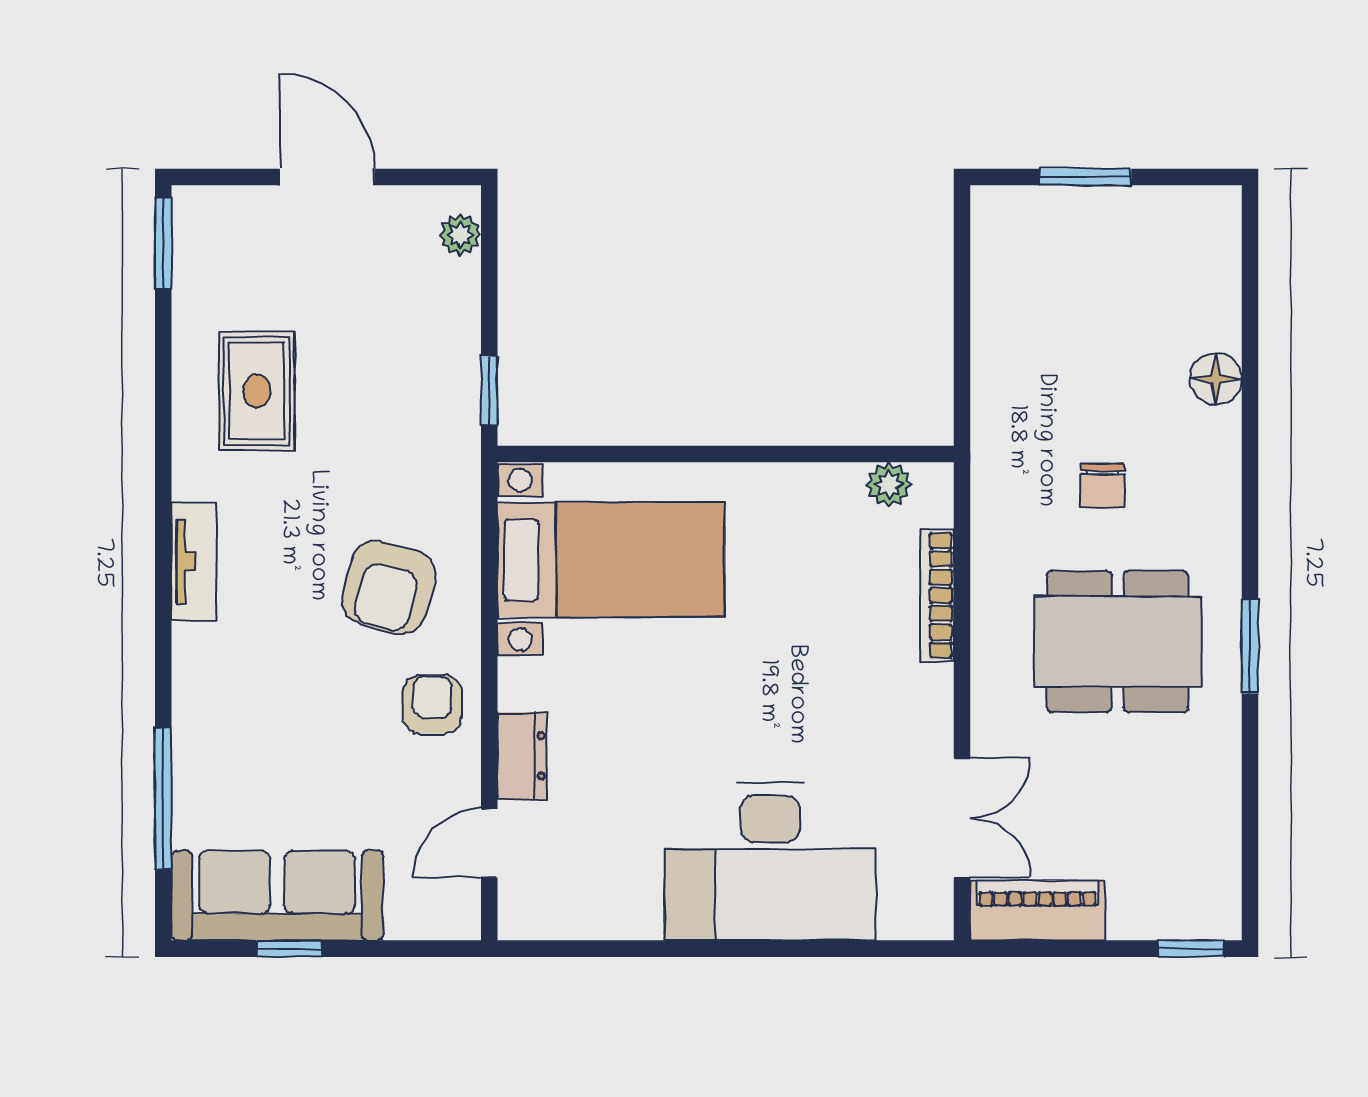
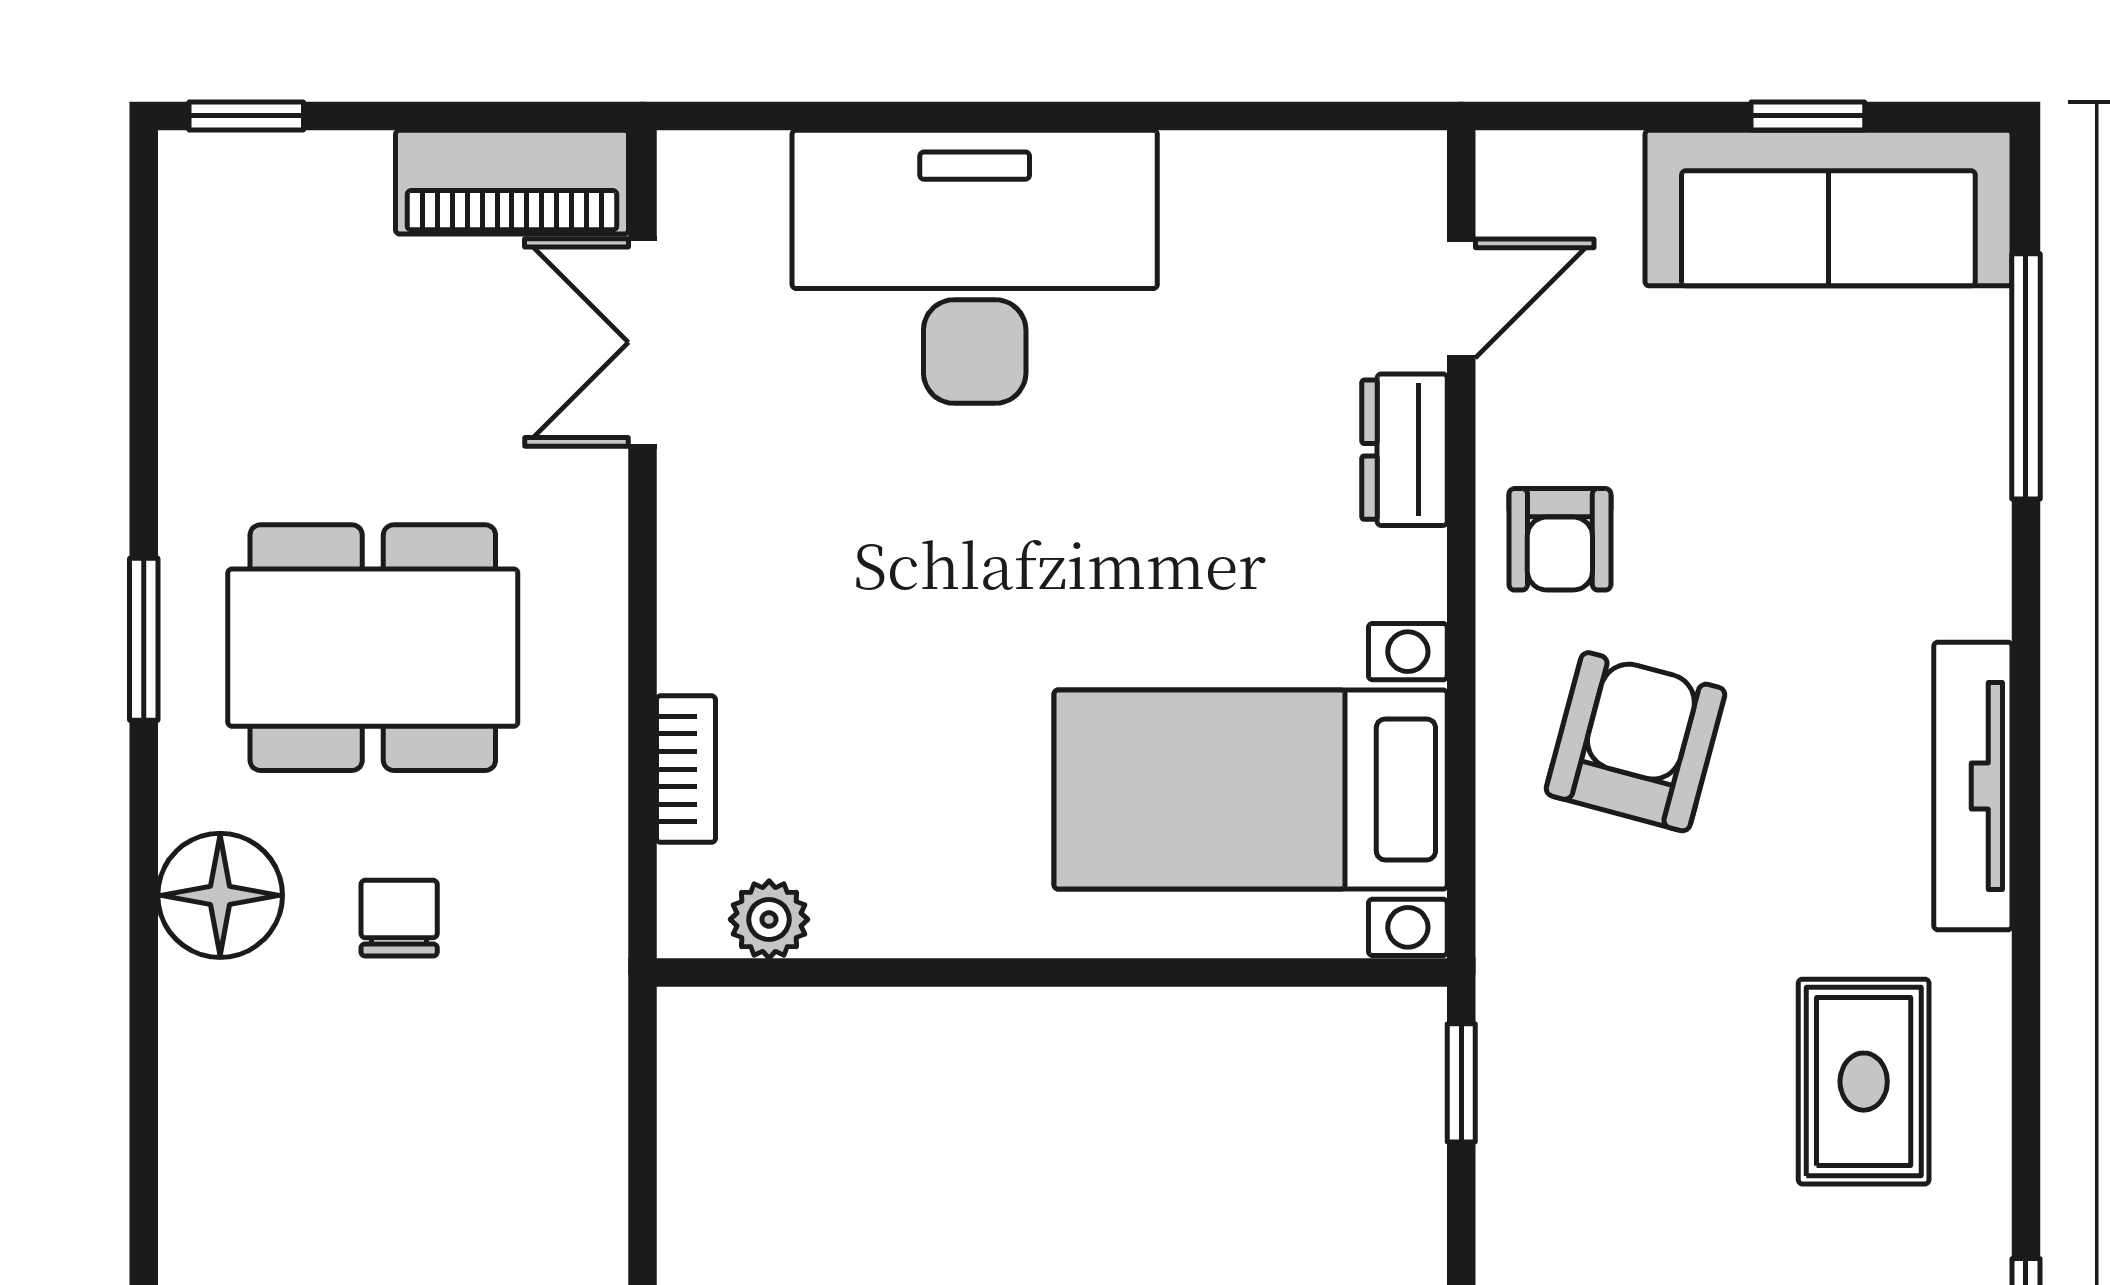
floor lamp: (1216, 379) -> (220, 895), moved, width x1.38, depth x1.38
tv unit: (194, 562) -> (1973, 786), width x1.41
bookcase: (937, 595) -> (686, 769), width x0.64

